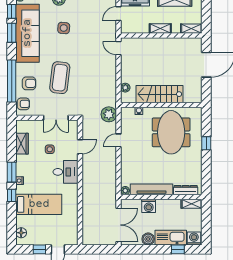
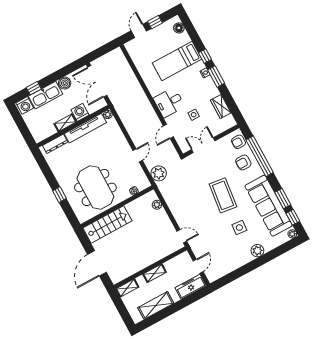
coffee table: (60, 78) -> (223, 195), moved
stairs: (159, 94) -> (107, 224), moved
shelving: (192, 204) -> (65, 123), moved

